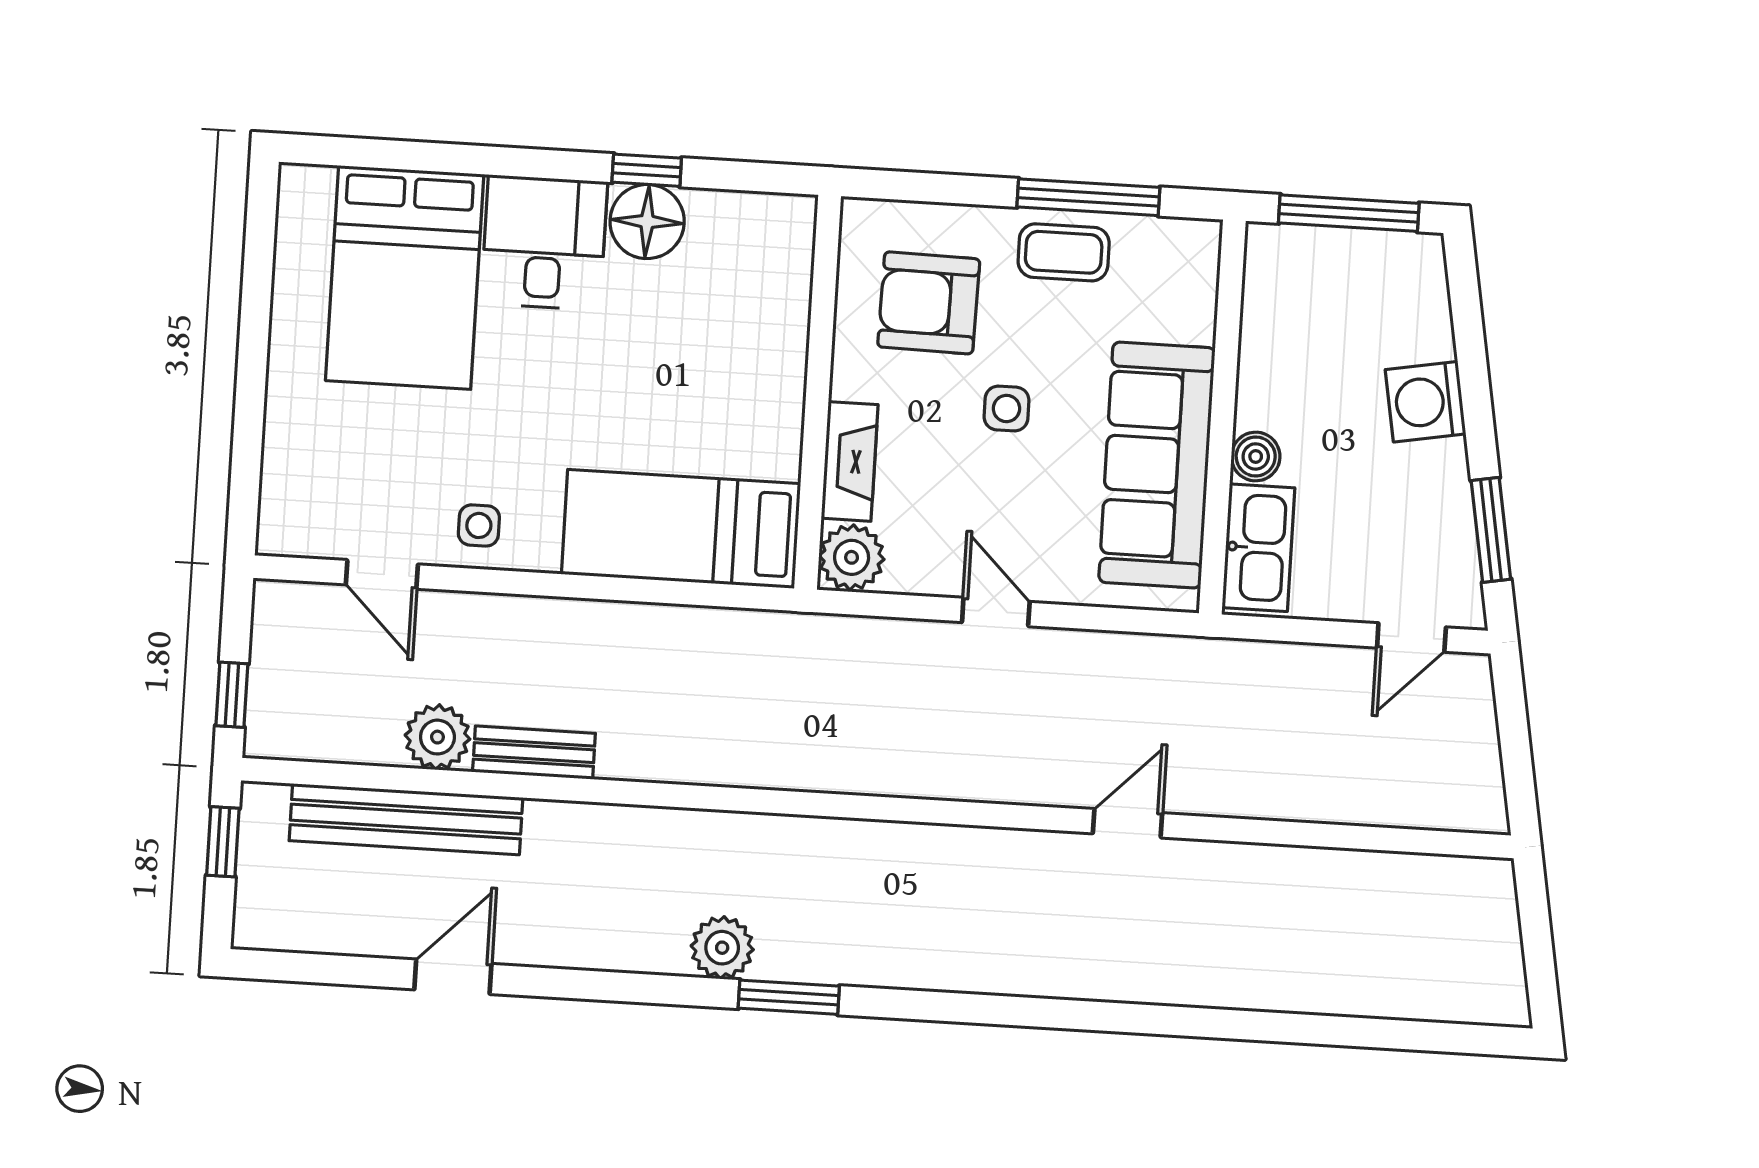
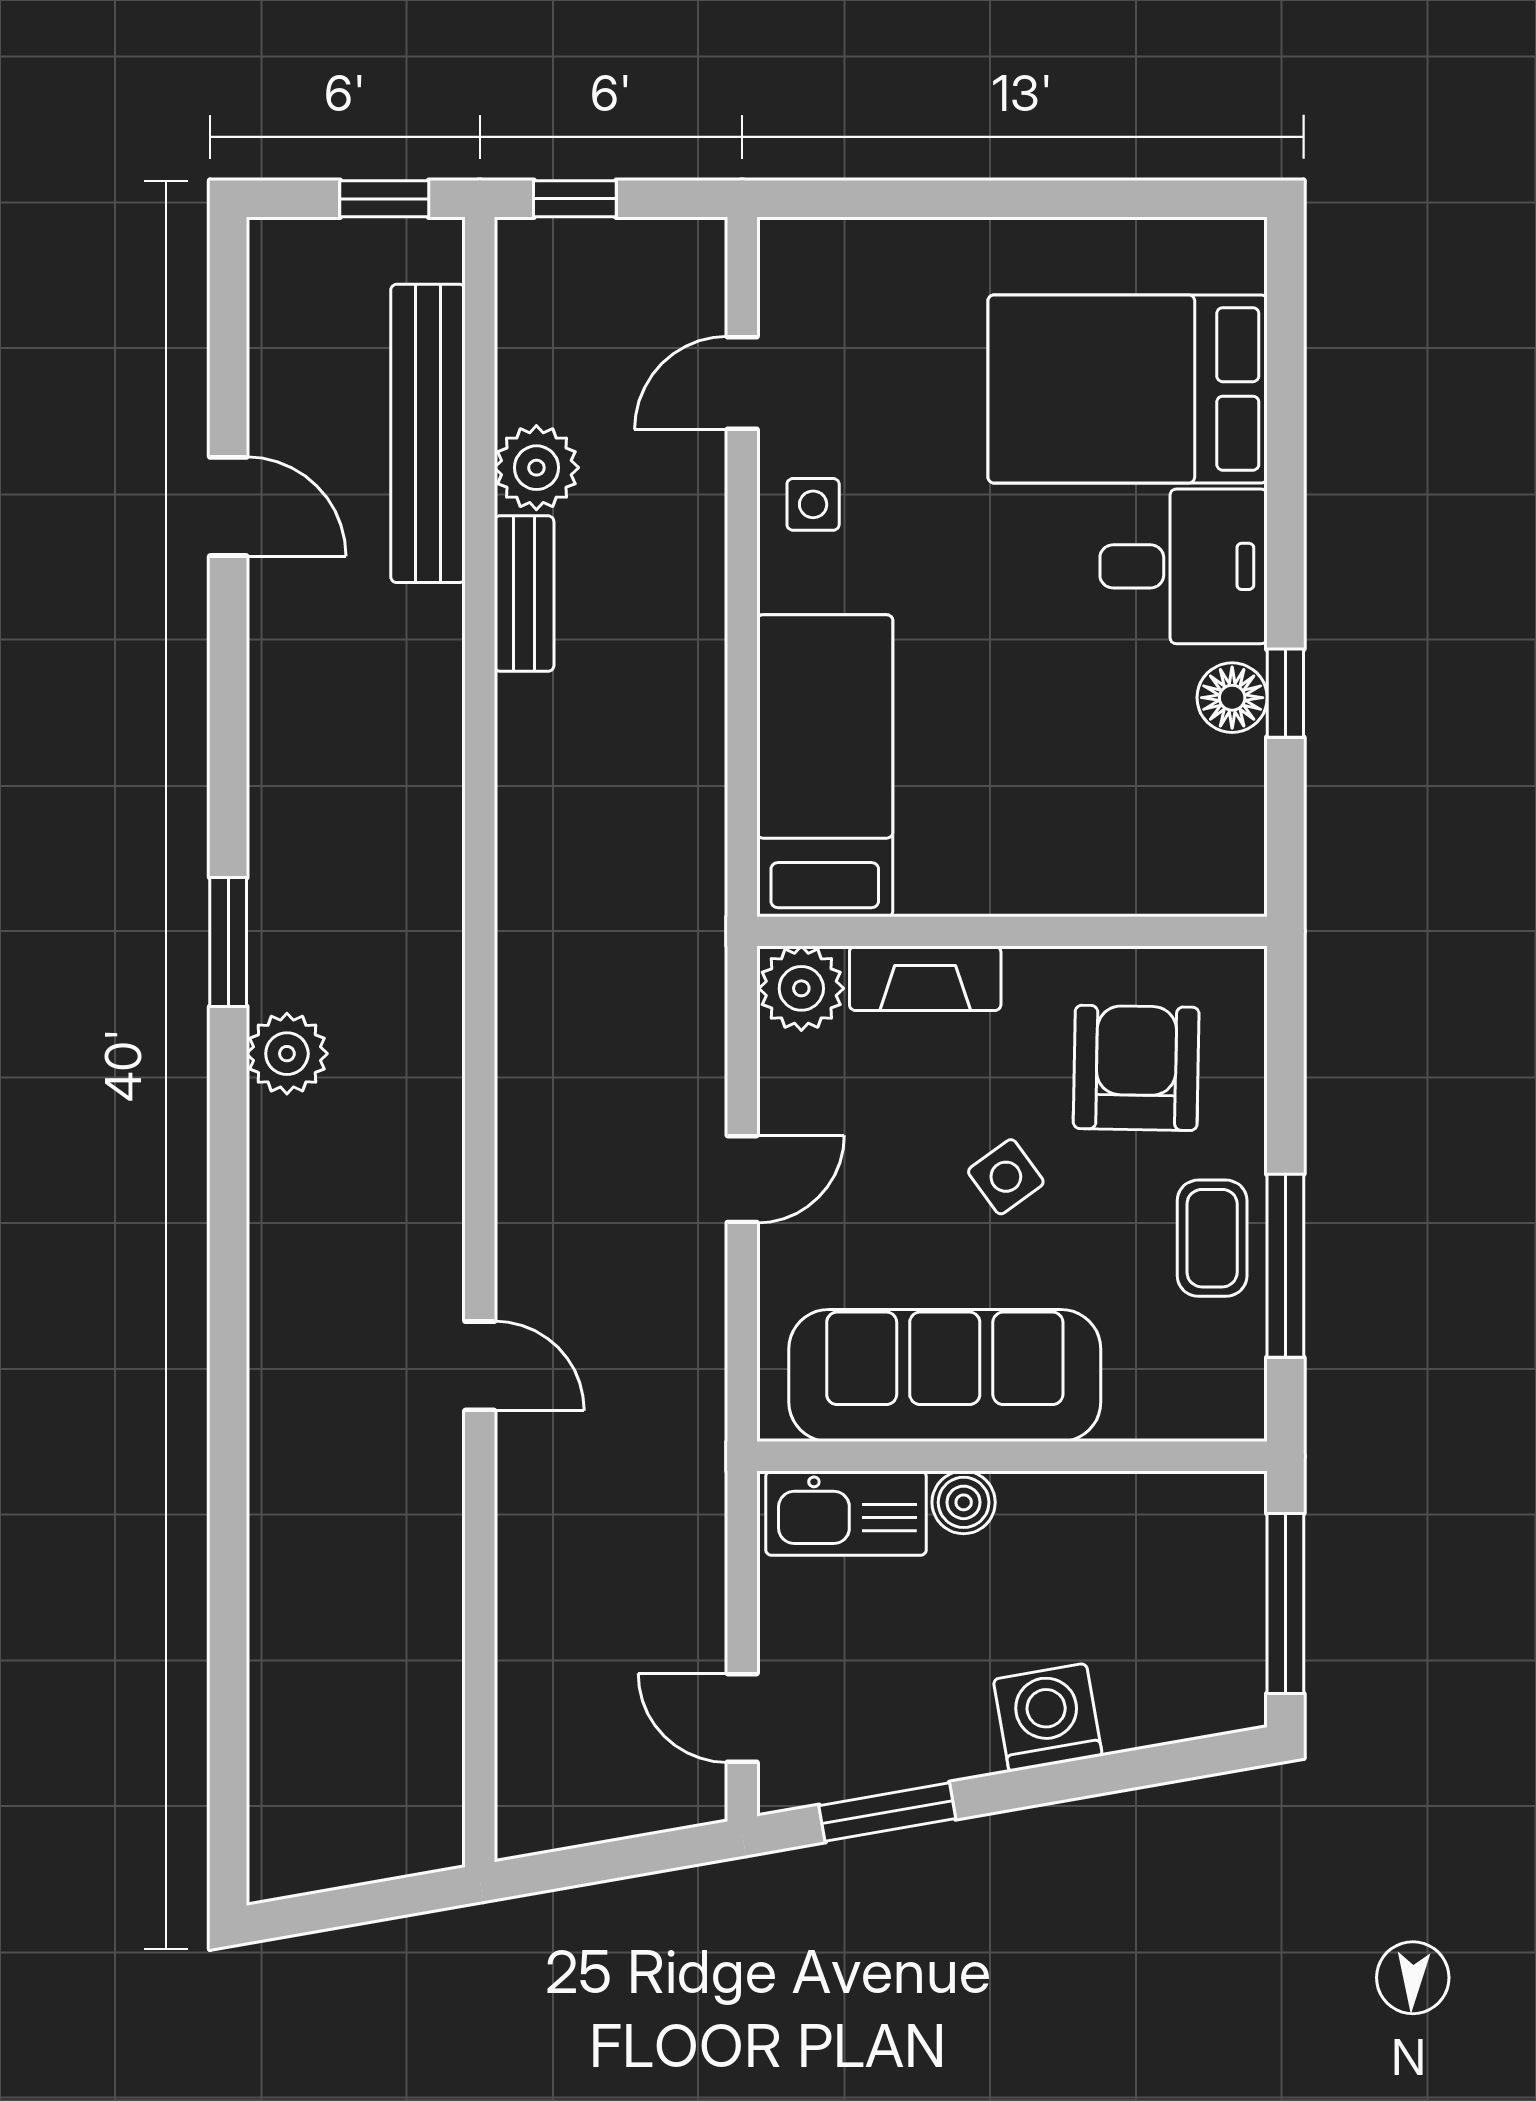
floor lamp: (647, 222) -> (1232, 698), width x0.73, depth x0.73
side table: (1006, 409) -> (1006, 1177), turned -36
plant: (722, 948) -> (287, 1054), moved

